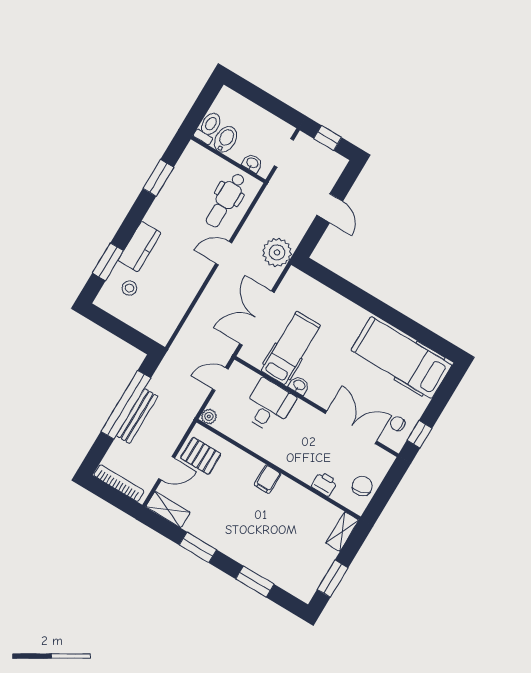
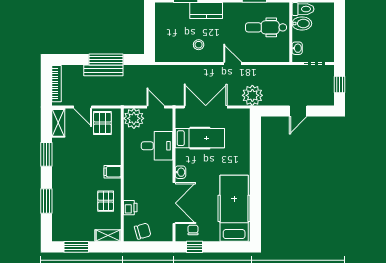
dental chair: (226, 200) -> (266, 27), moved
stool: (129, 288) -> (199, 45), moved
washbasin: (299, 385) -> (180, 172), moved
window: (126, 405) -> (106, 59), width x0.68
plant: (209, 416) -> (134, 118), width x1.88, depth x1.88
pallet: (299, 509) -> (106, 201), added

